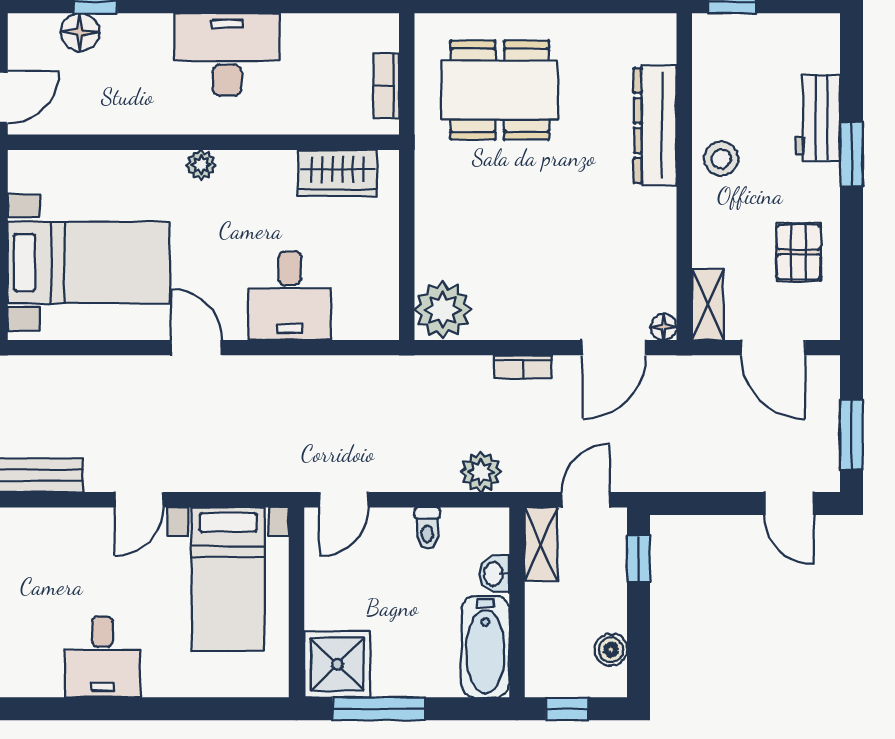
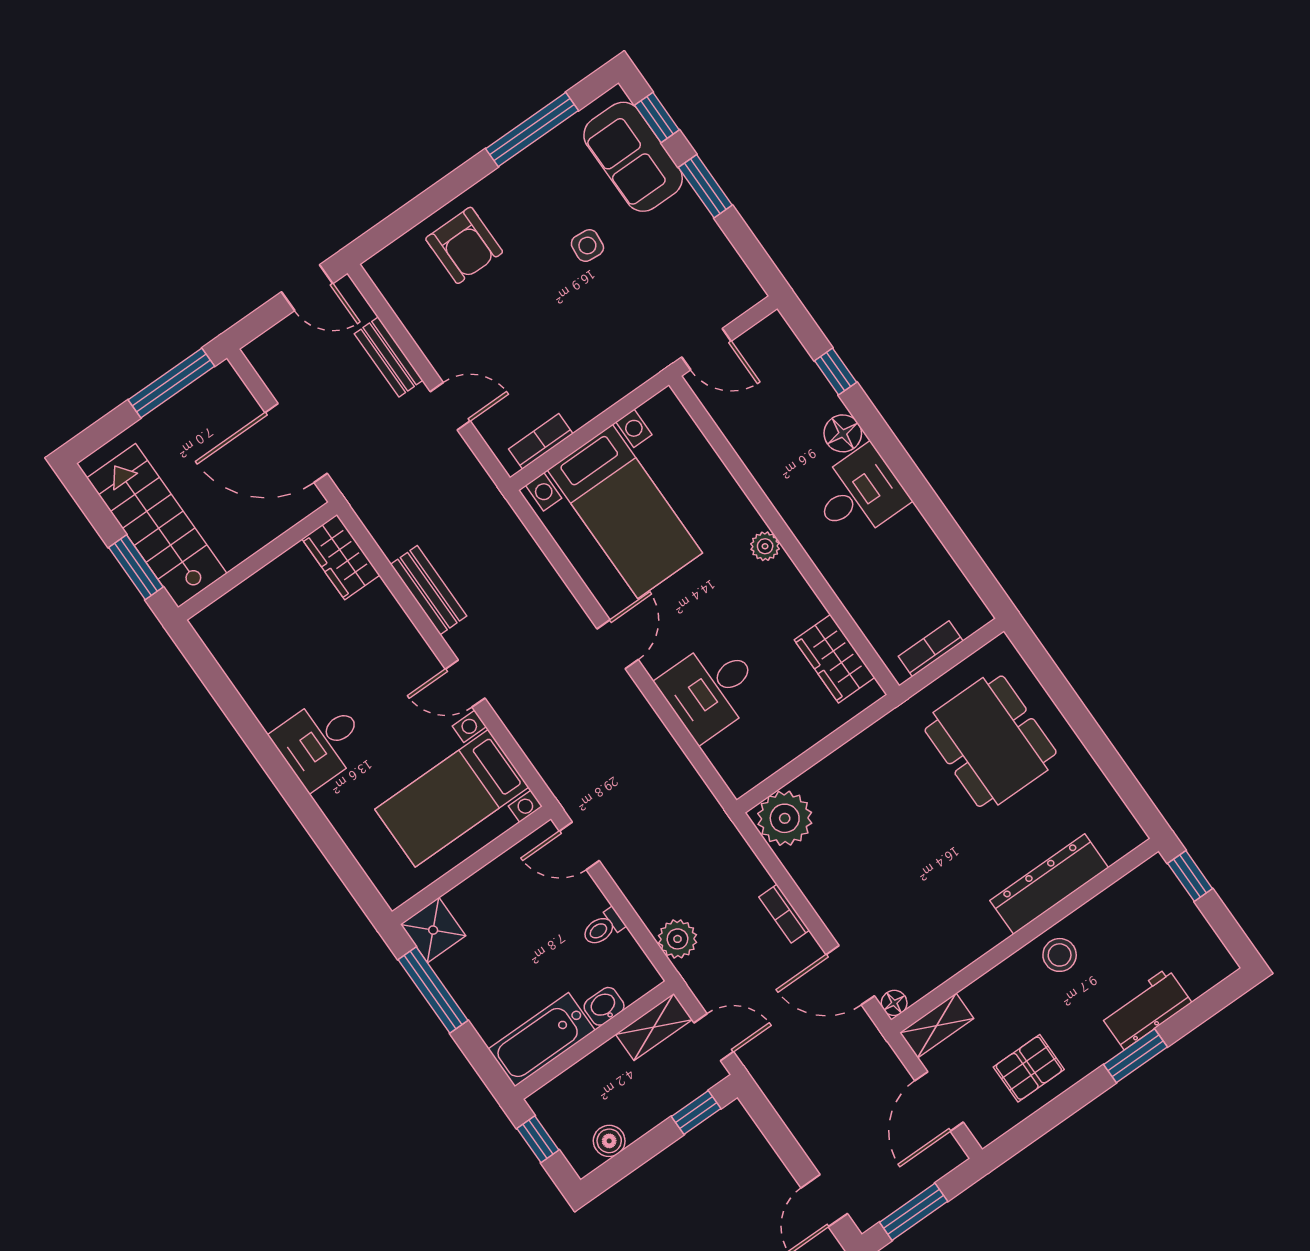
floor lamp: (80, 32) -> (843, 433), moved
desk: (227, 54) -> (859, 494), width x0.73
shower: (337, 664) -> (433, 930), width x0.73, depth x0.73

